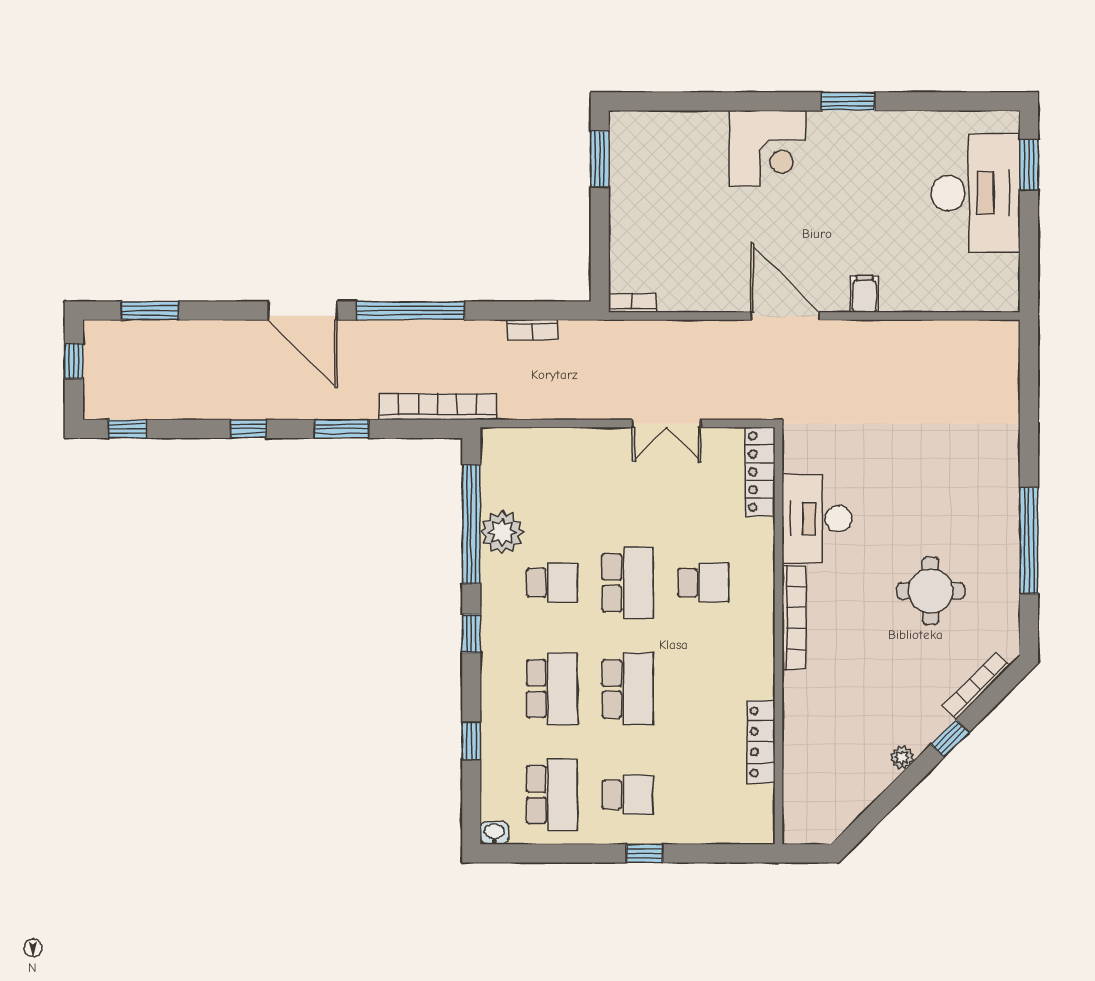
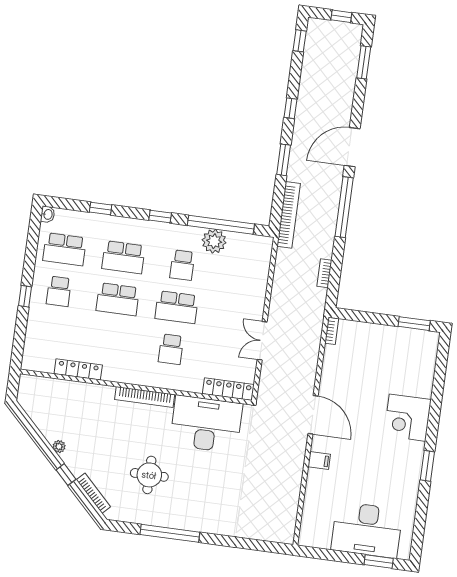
door: (785, 316) -> (313, 415), hinge flipped
desk: (817, 519) -> (206, 424), width x1.36, depth x1.30

